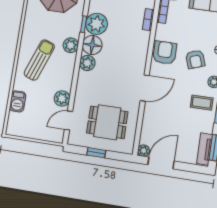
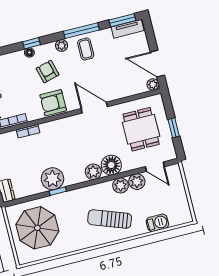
plant: (71, 45) -> (120, 185), moved
floor lamp: (92, 45) -> (111, 165), moved
armchair: (195, 59) -> (48, 72), turned -86

